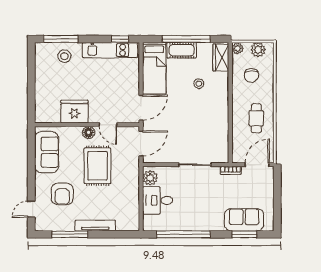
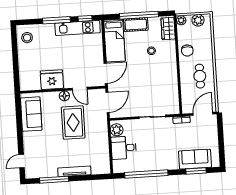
window: (61, 39) -> (56, 20), moved
stool: (64, 56) -> (27, 38), moved
chair: (251, 75) -> (187, 51), moved
armchair: (62, 194) -> (46, 147), removed

